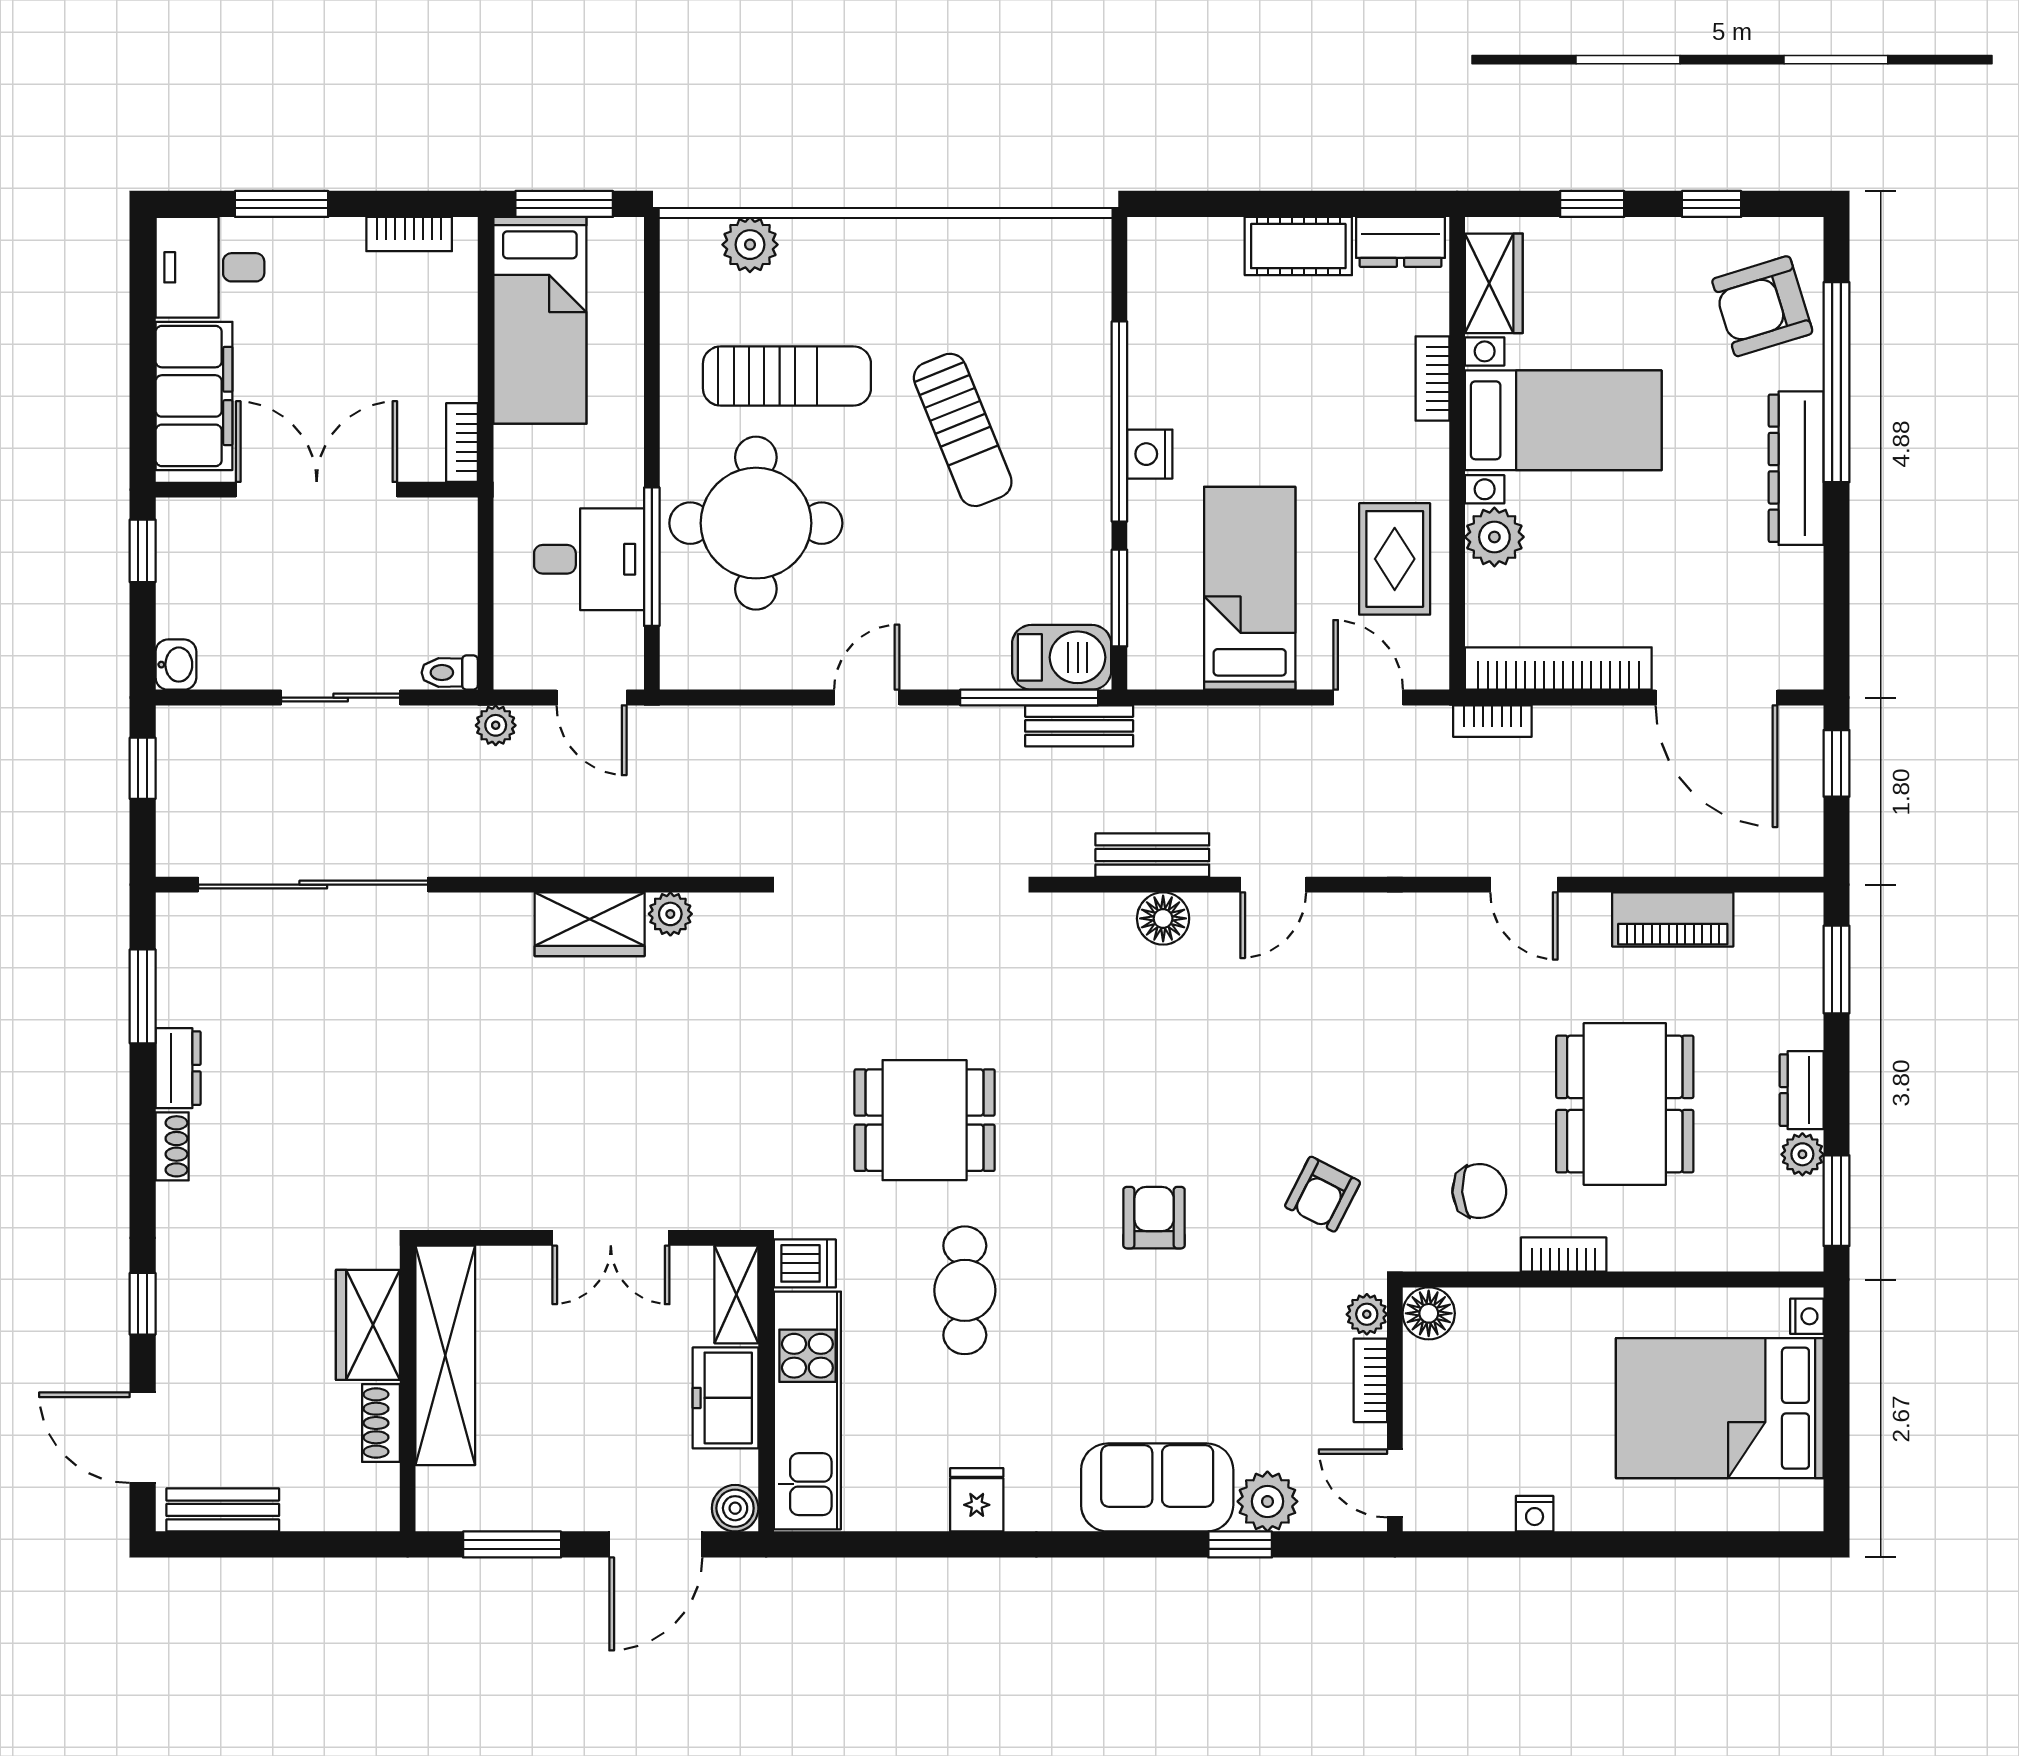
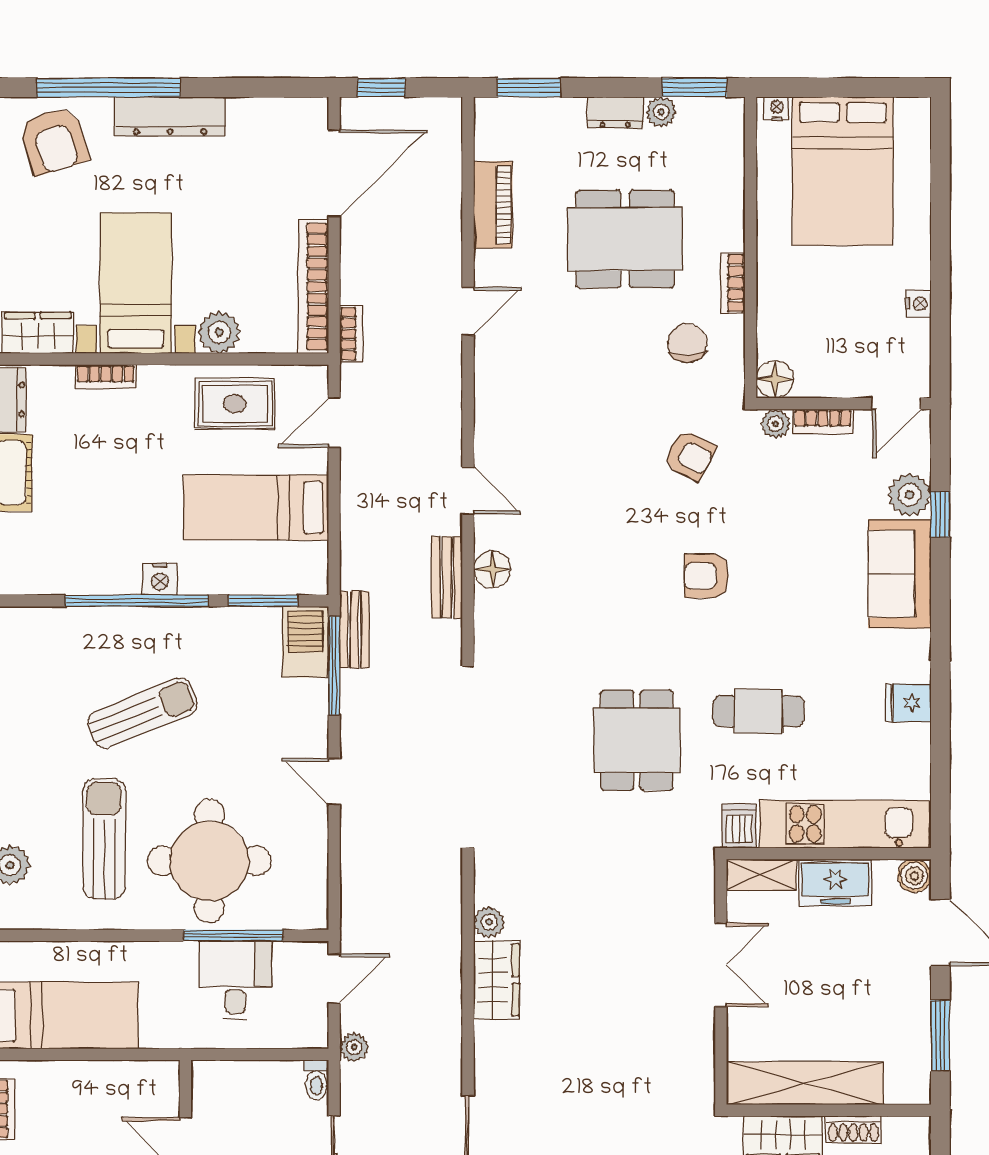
bookcase: (462, 442) -> (152, 1071), removed

